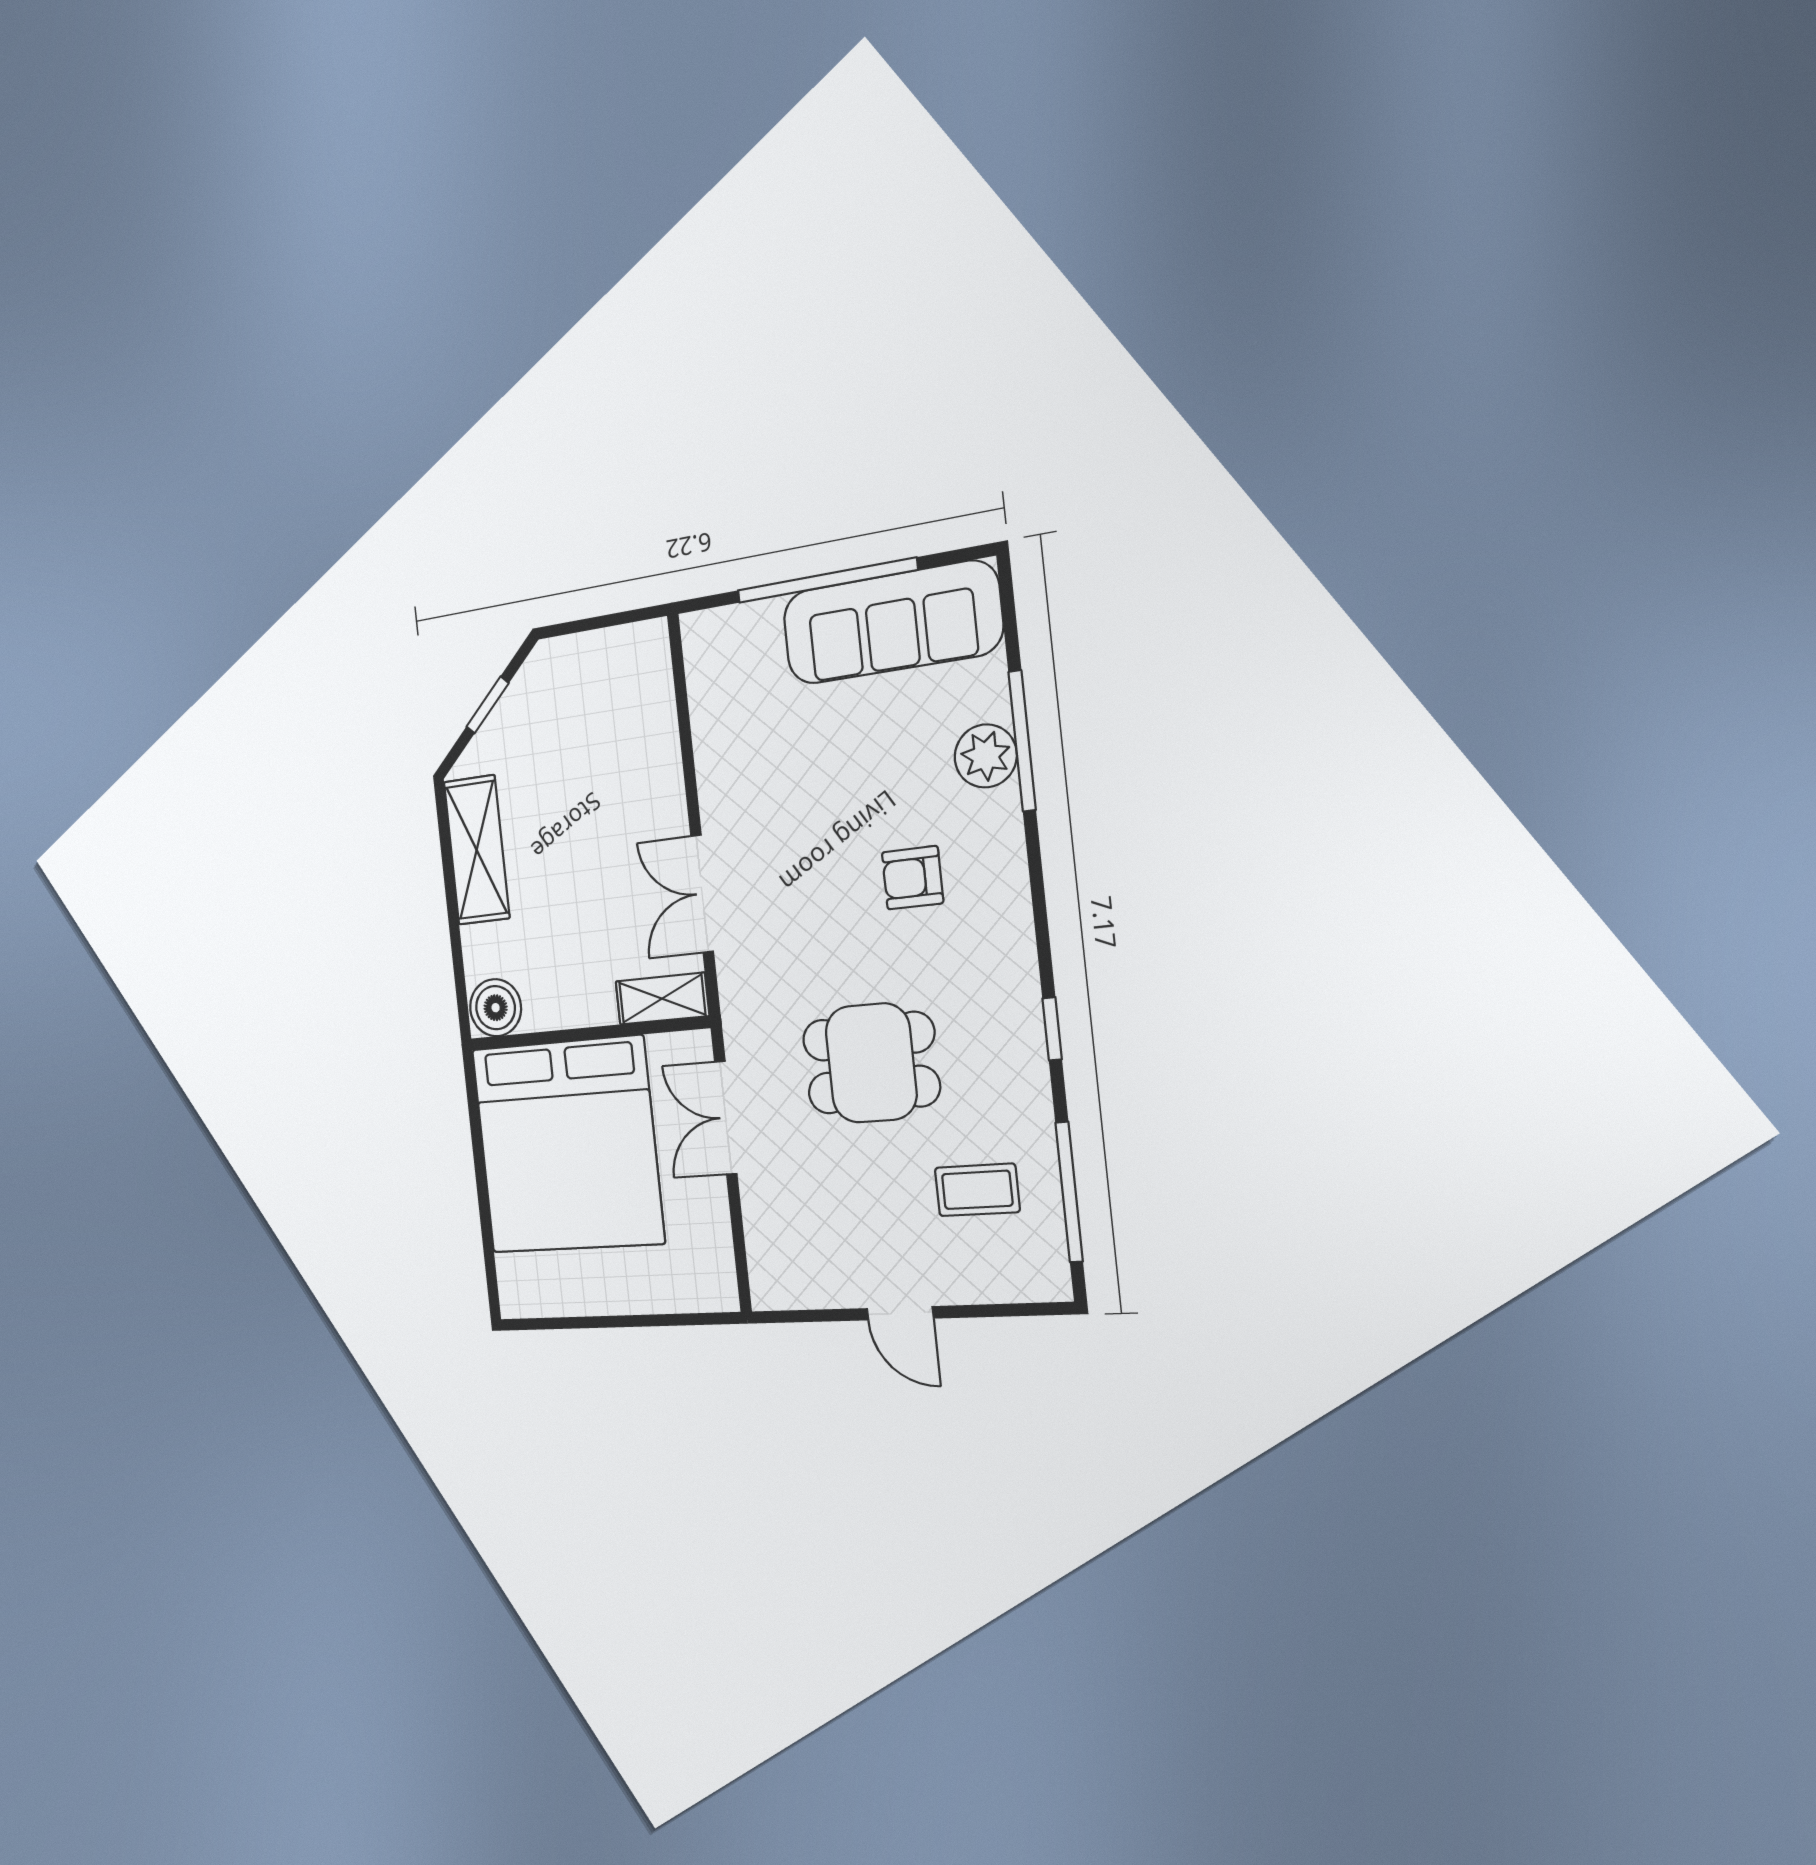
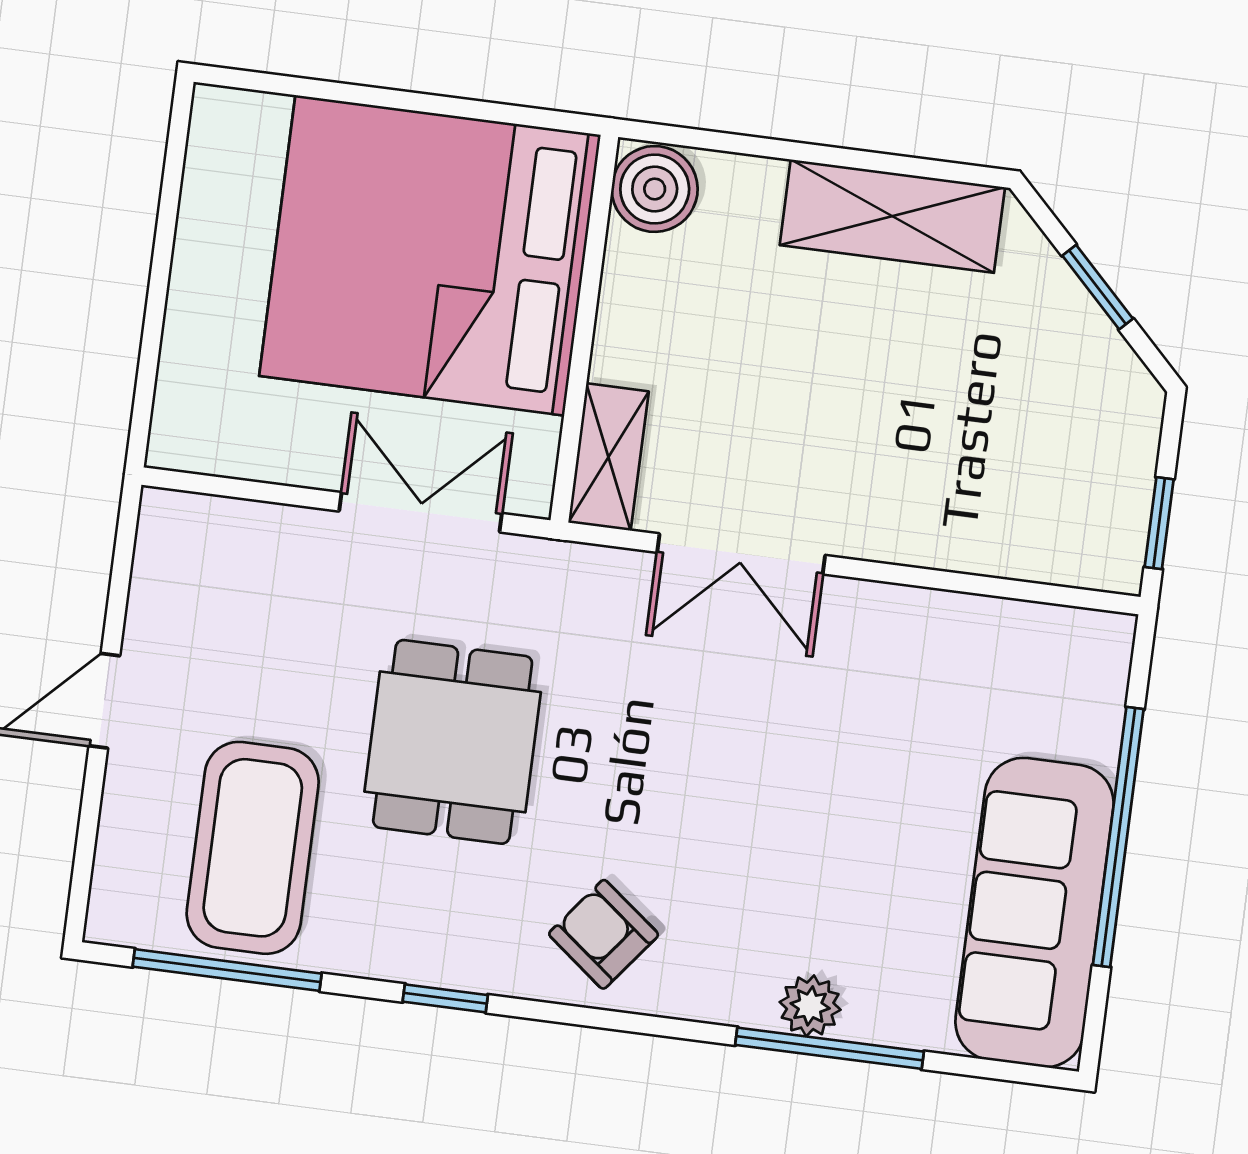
window: (619, 619) -> (1159, 523), added
plant: (986, 756) -> (810, 1006), width x0.73, depth x0.73
armchair: (913, 878) -> (604, 934), moved, turned -52
double door: (702, 894) -> (741, 554), swing flipped
coffee table: (977, 1190) -> (253, 848), width x1.86, depth x1.72

